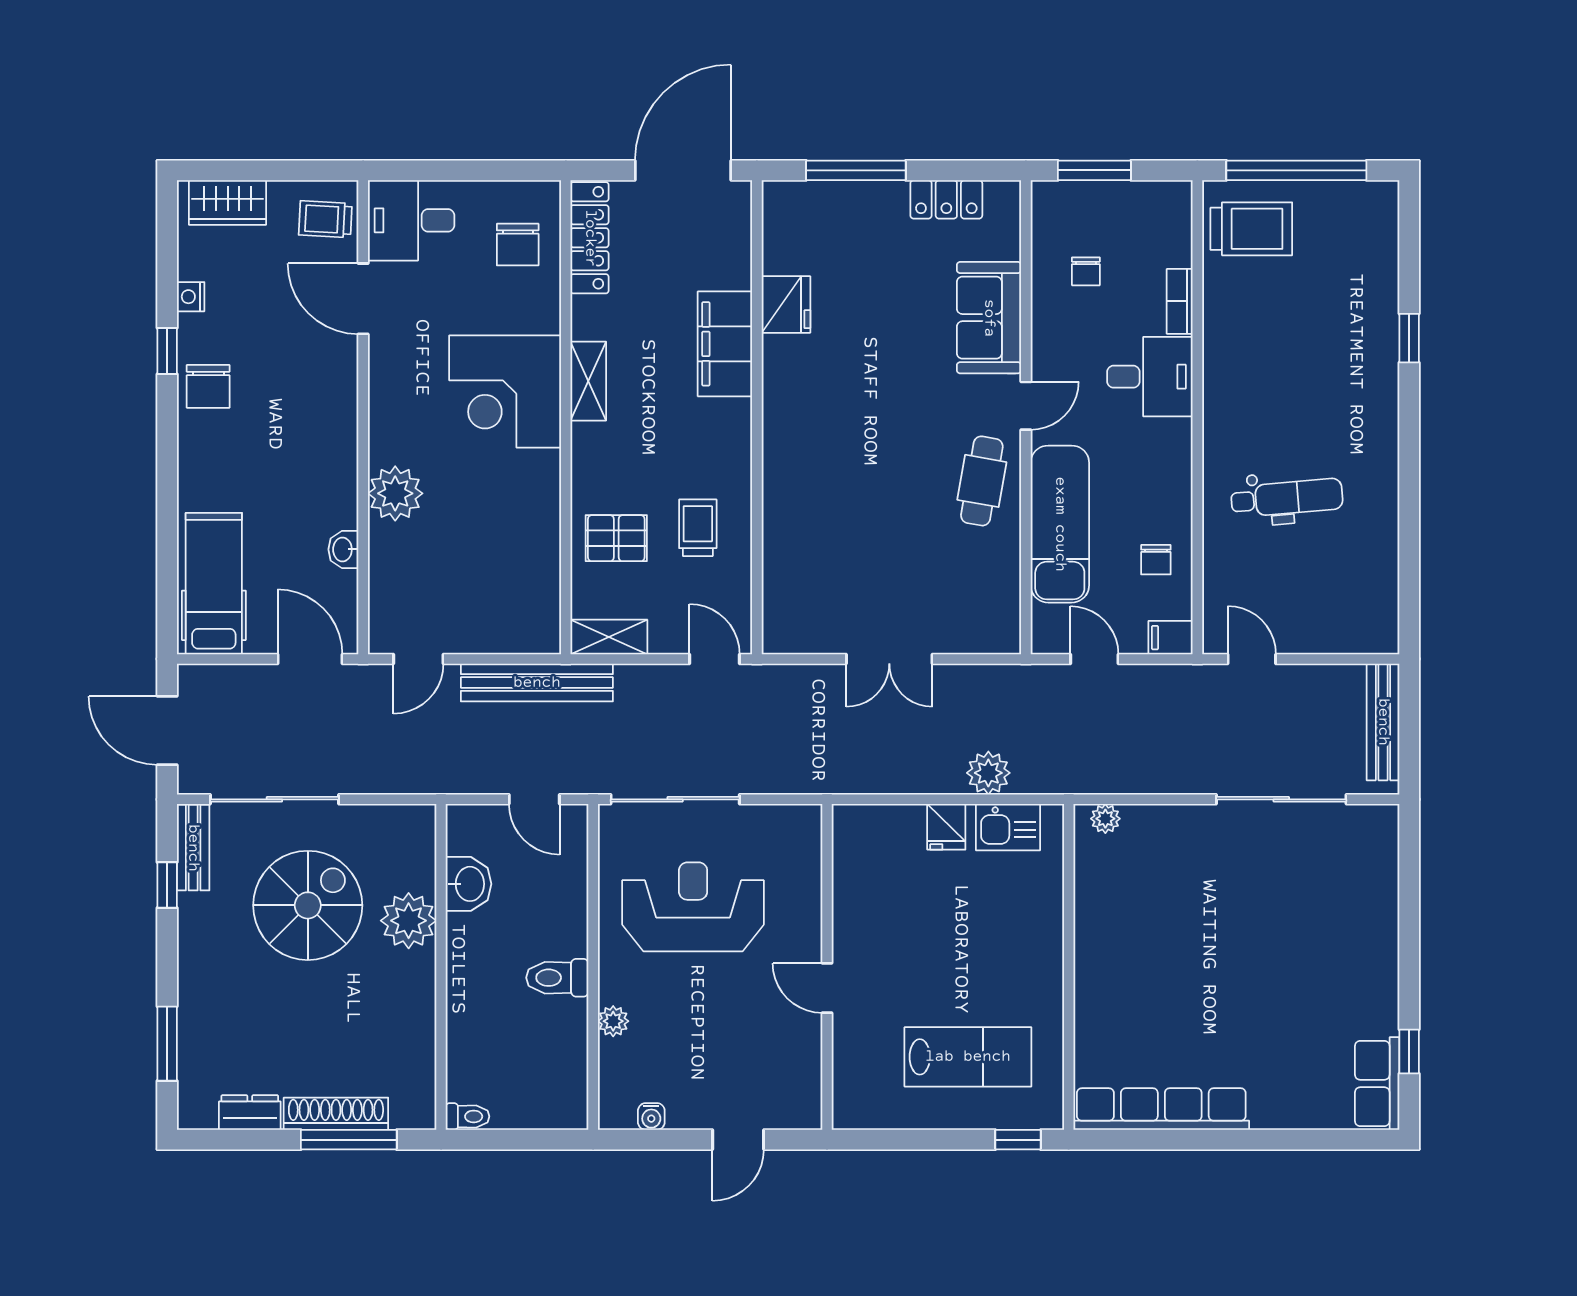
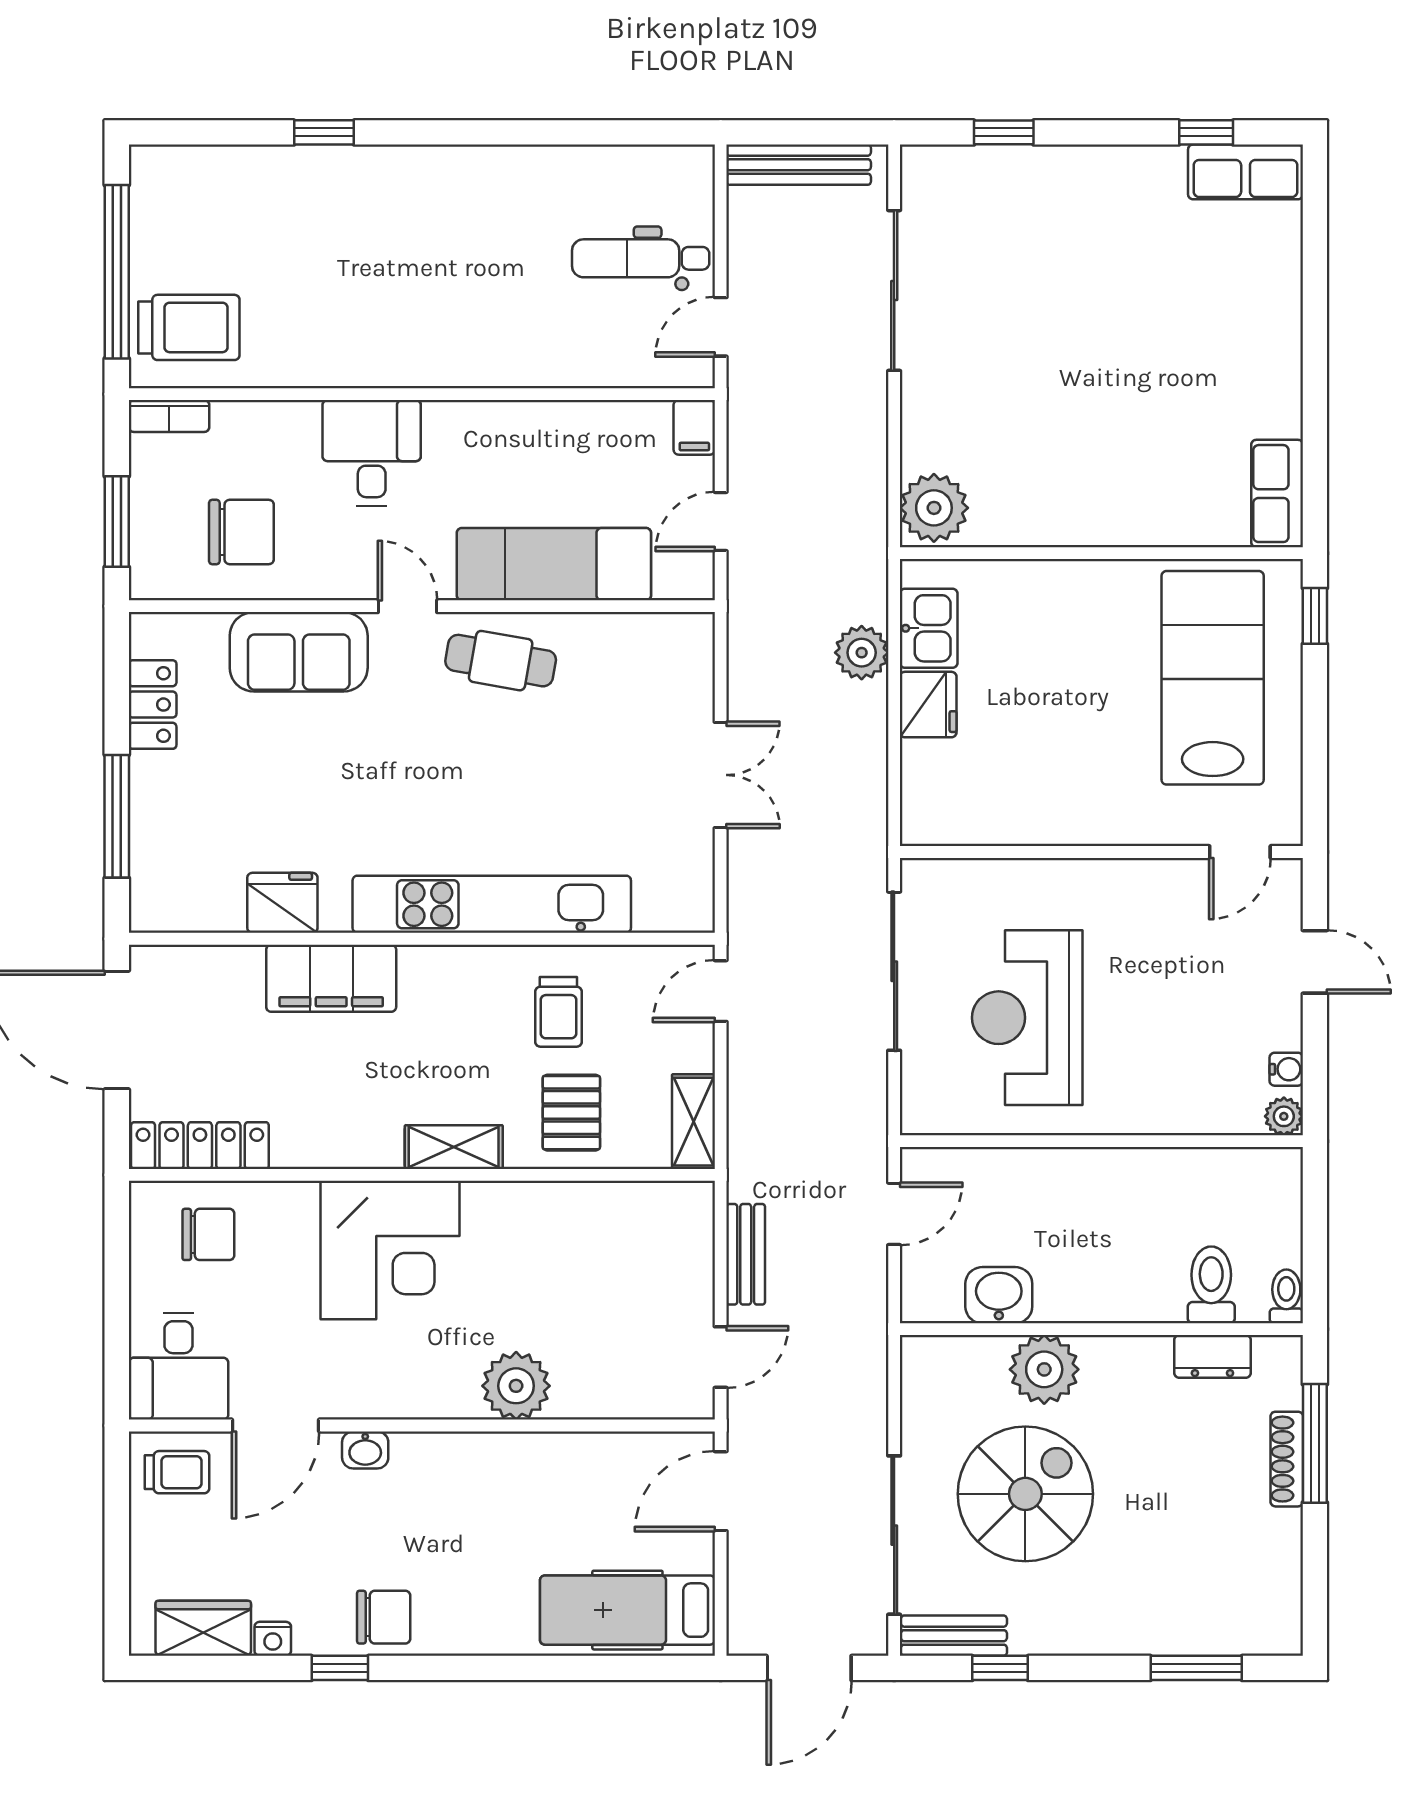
wardrobe: (228, 203) -> (203, 1628), moved, turned -90
trolley: (325, 219) -> (177, 1472), turned -93
trolley: (1251, 229) -> (189, 327), turned 90
chair: (1086, 271) -> (241, 532), width x1.87, depth x1.87
bookcase: (1180, 301) -> (169, 416), moved
shelving: (588, 381) -> (454, 1147), moved
kitchen unit: (785, 474) -> (492, 904), added
dental chair: (1287, 498) -> (641, 258), moved, turned -85
trolley: (698, 528) -> (558, 1012), turned -90
washbasin: (343, 549) -> (365, 1450), moved
chair: (1156, 560) -> (598, 445), removed
door: (418, 659) -> (721, 1357), hinge flipped
bench: (537, 683) -> (746, 1254), width x0.54, depth x0.82
sliding door: (675, 799) -> (894, 971), moved
plant: (1105, 819) -> (934, 508), width x1.88, depth x1.88
fridge: (946, 827) -> (928, 705), width x1.38
window: (1409, 888) -> (1004, 132), added
spiral stairs: (308, 905) -> (1025, 1494), turned 90
toilet: (557, 978) -> (1211, 1285), moved, turned 180
door: (827, 988) -> (1240, 852), moved
plant: (613, 1021) -> (1284, 1116), moved
lab bench: (968, 1057) -> (1213, 678), width x1.36, depth x1.39
row of seats: (1161, 1109) -> (1277, 494), width x0.50
dresser: (250, 1113) -> (1212, 1356), moved, turned -90
shoe rack: (336, 1114) -> (1287, 1459), width x0.74, depth x0.81

